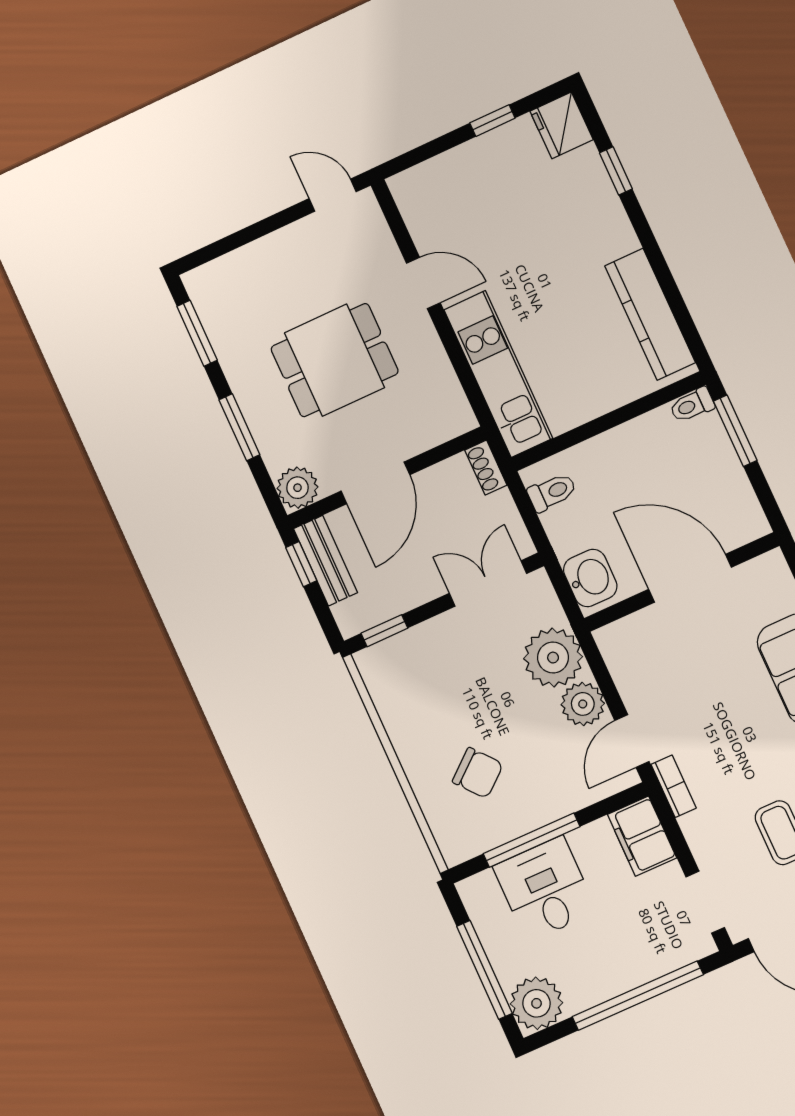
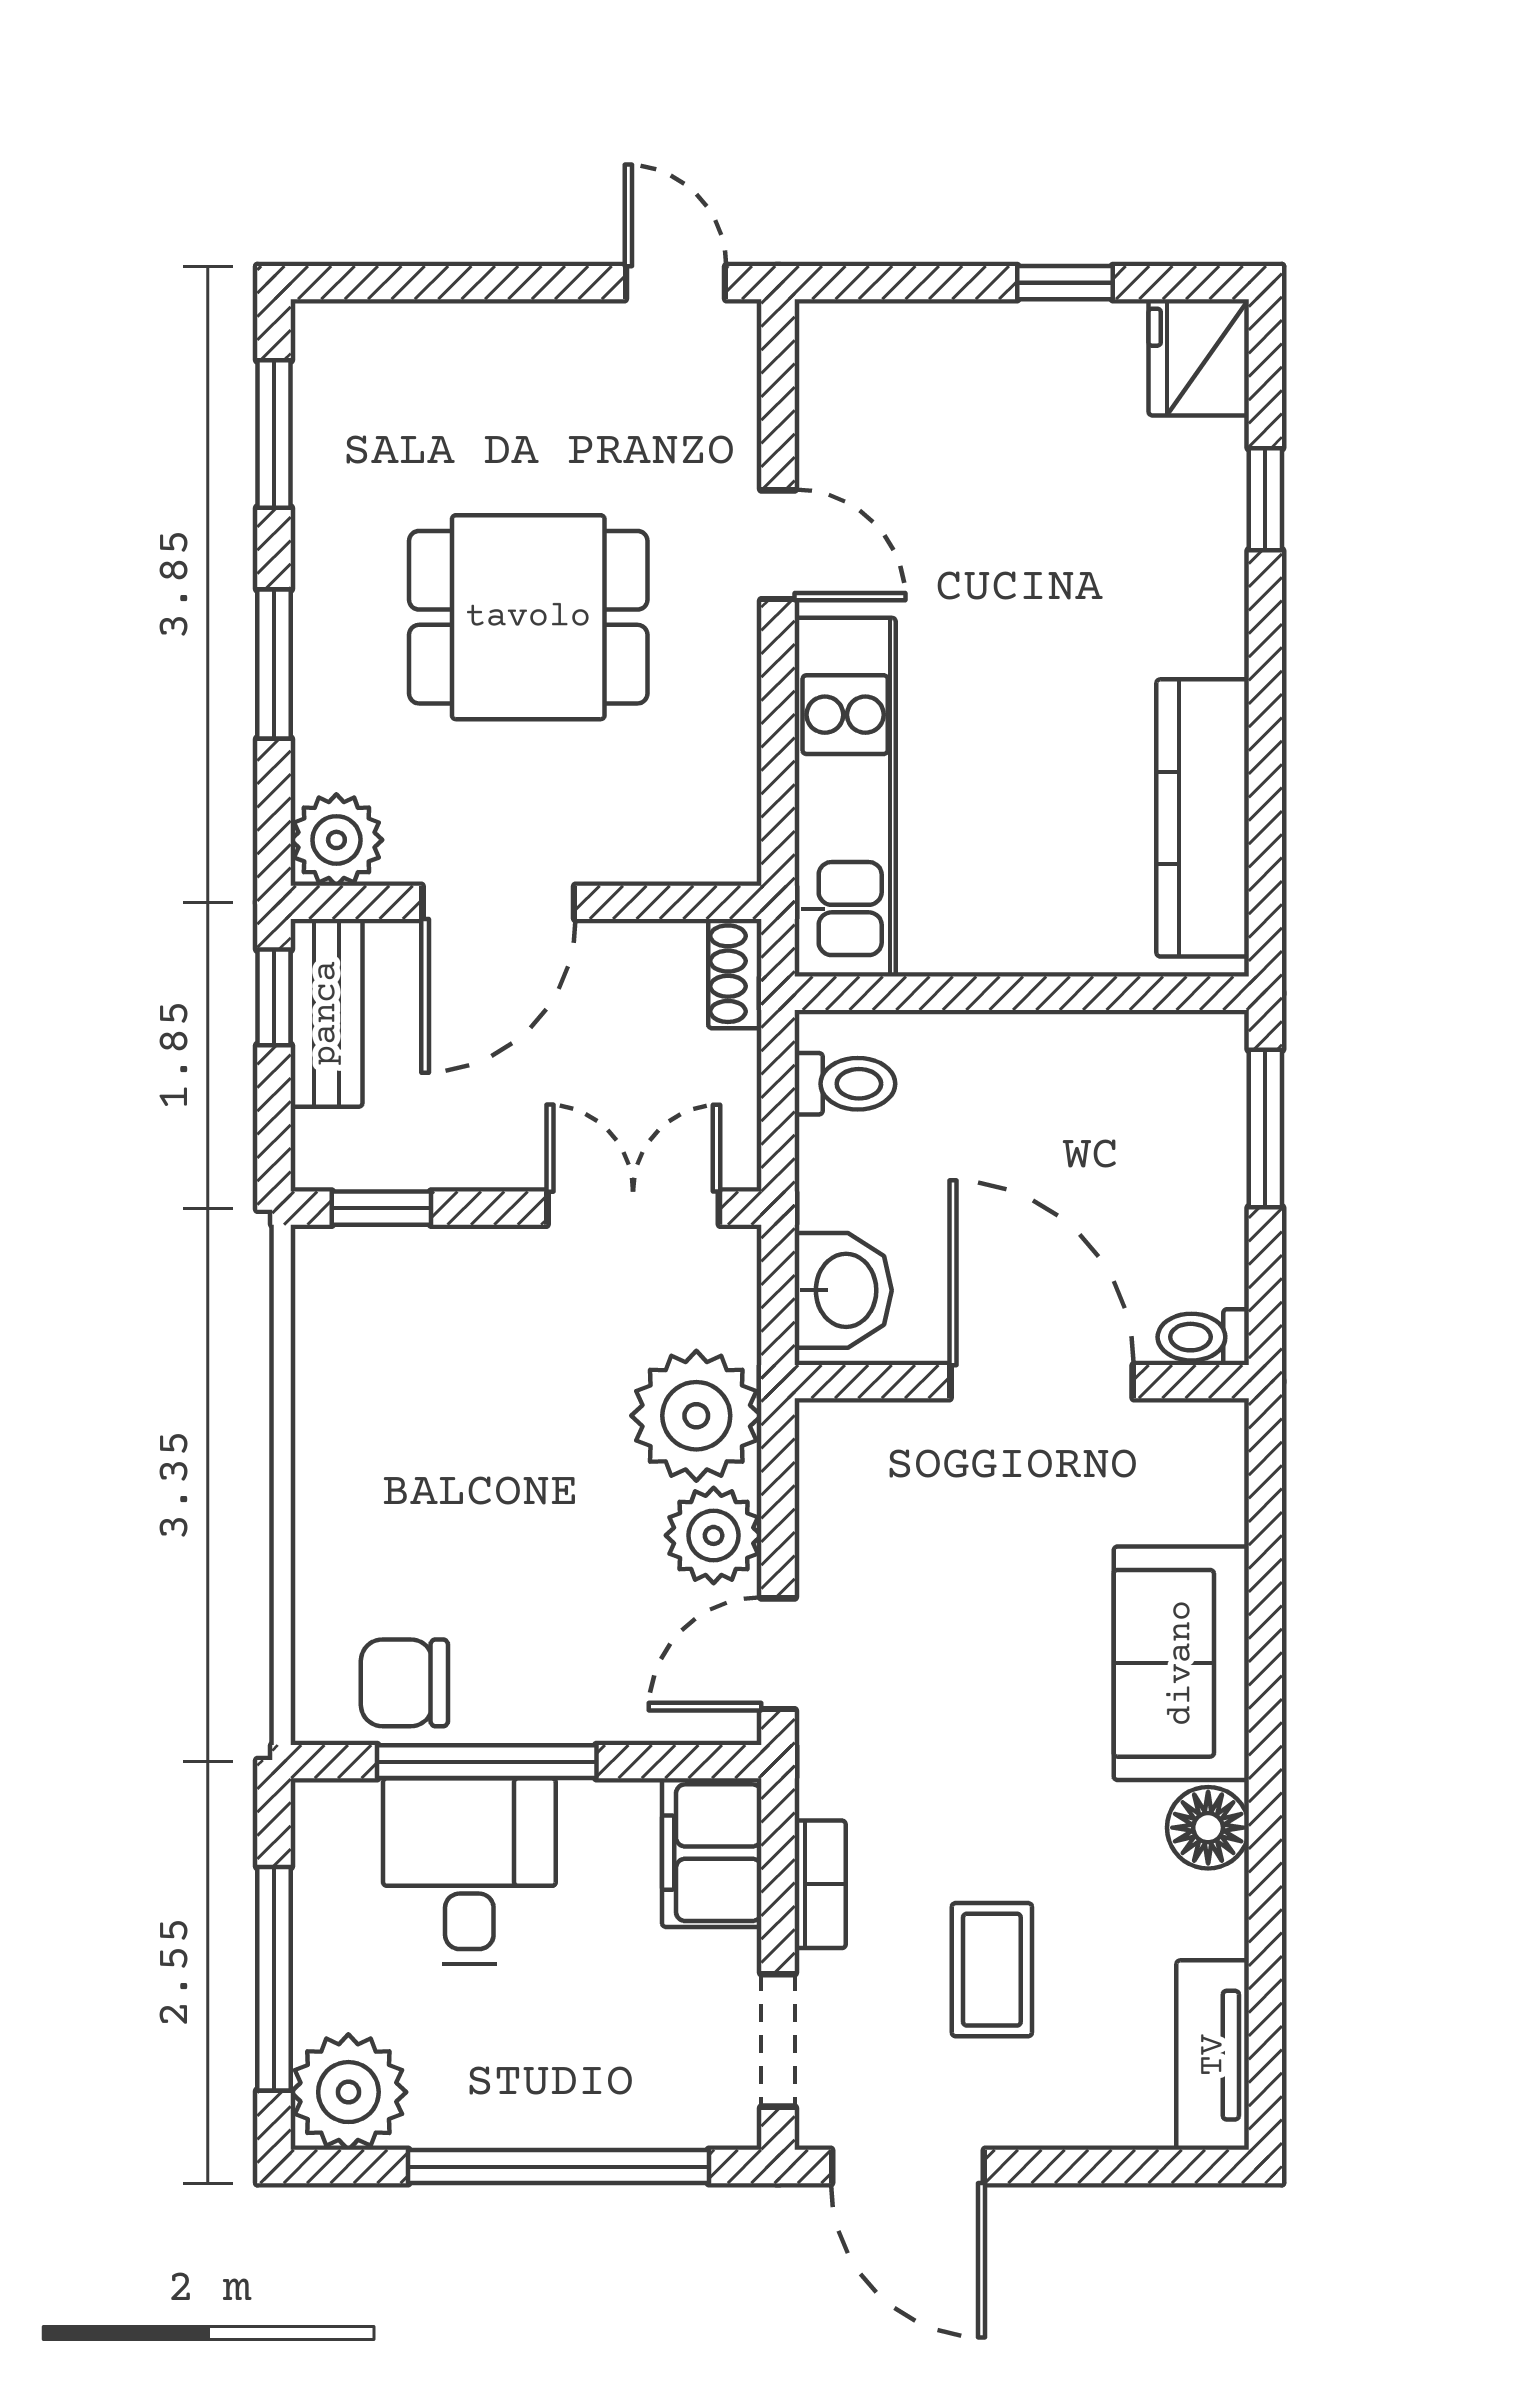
toilet: (692, 405) -> (1203, 1337), moved
chair: (478, 773) -> (404, 1683), moved, turned 130
bookcase: (674, 786) -> (820, 1884), moved

